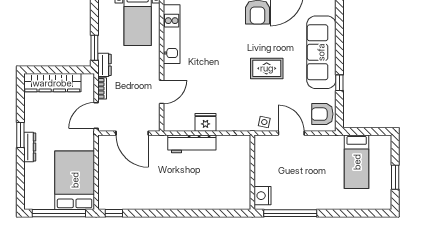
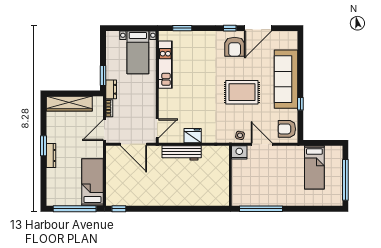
rug: (267, 68) -> (242, 92), width x1.36, depth x1.43
door: (162, 92) -> (157, 128), moved
window: (395, 177) -> (345, 180), width x2.11
bed: (75, 180) -> (92, 182), width x0.67
nightstand: (262, 196) -> (239, 152), moved, turned 90

